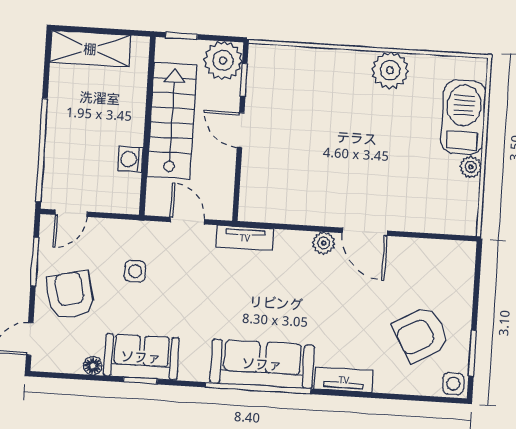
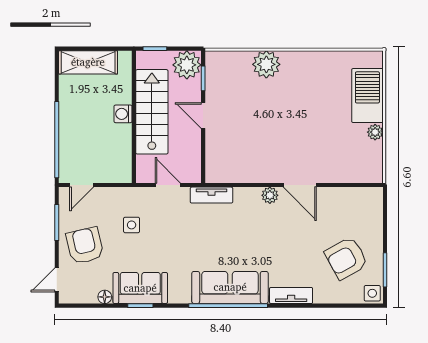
plant: (390, 70) -> (266, 64), moved
washing machine: (131, 159) -> (123, 114), moved

